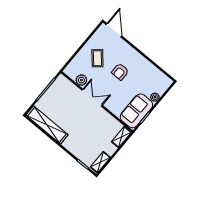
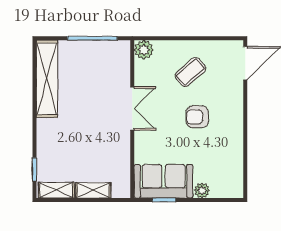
plant: (81, 80) -> (144, 50), moved
shelving: (121, 137) -> (93, 190), moved

